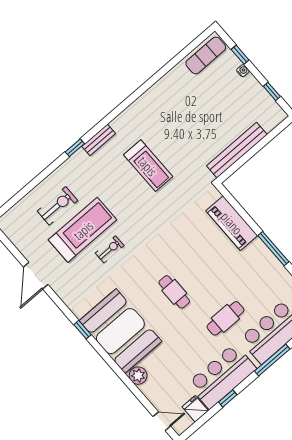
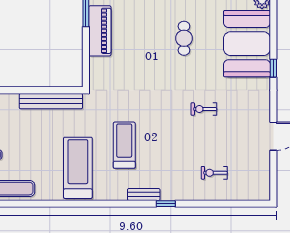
exercise bike: (58, 206) -> (214, 173), width x0.73, depth x0.72
piano: (232, 223) -> (100, 31), moved
treadmill: (83, 230) -> (78, 168), moved, turned 90

